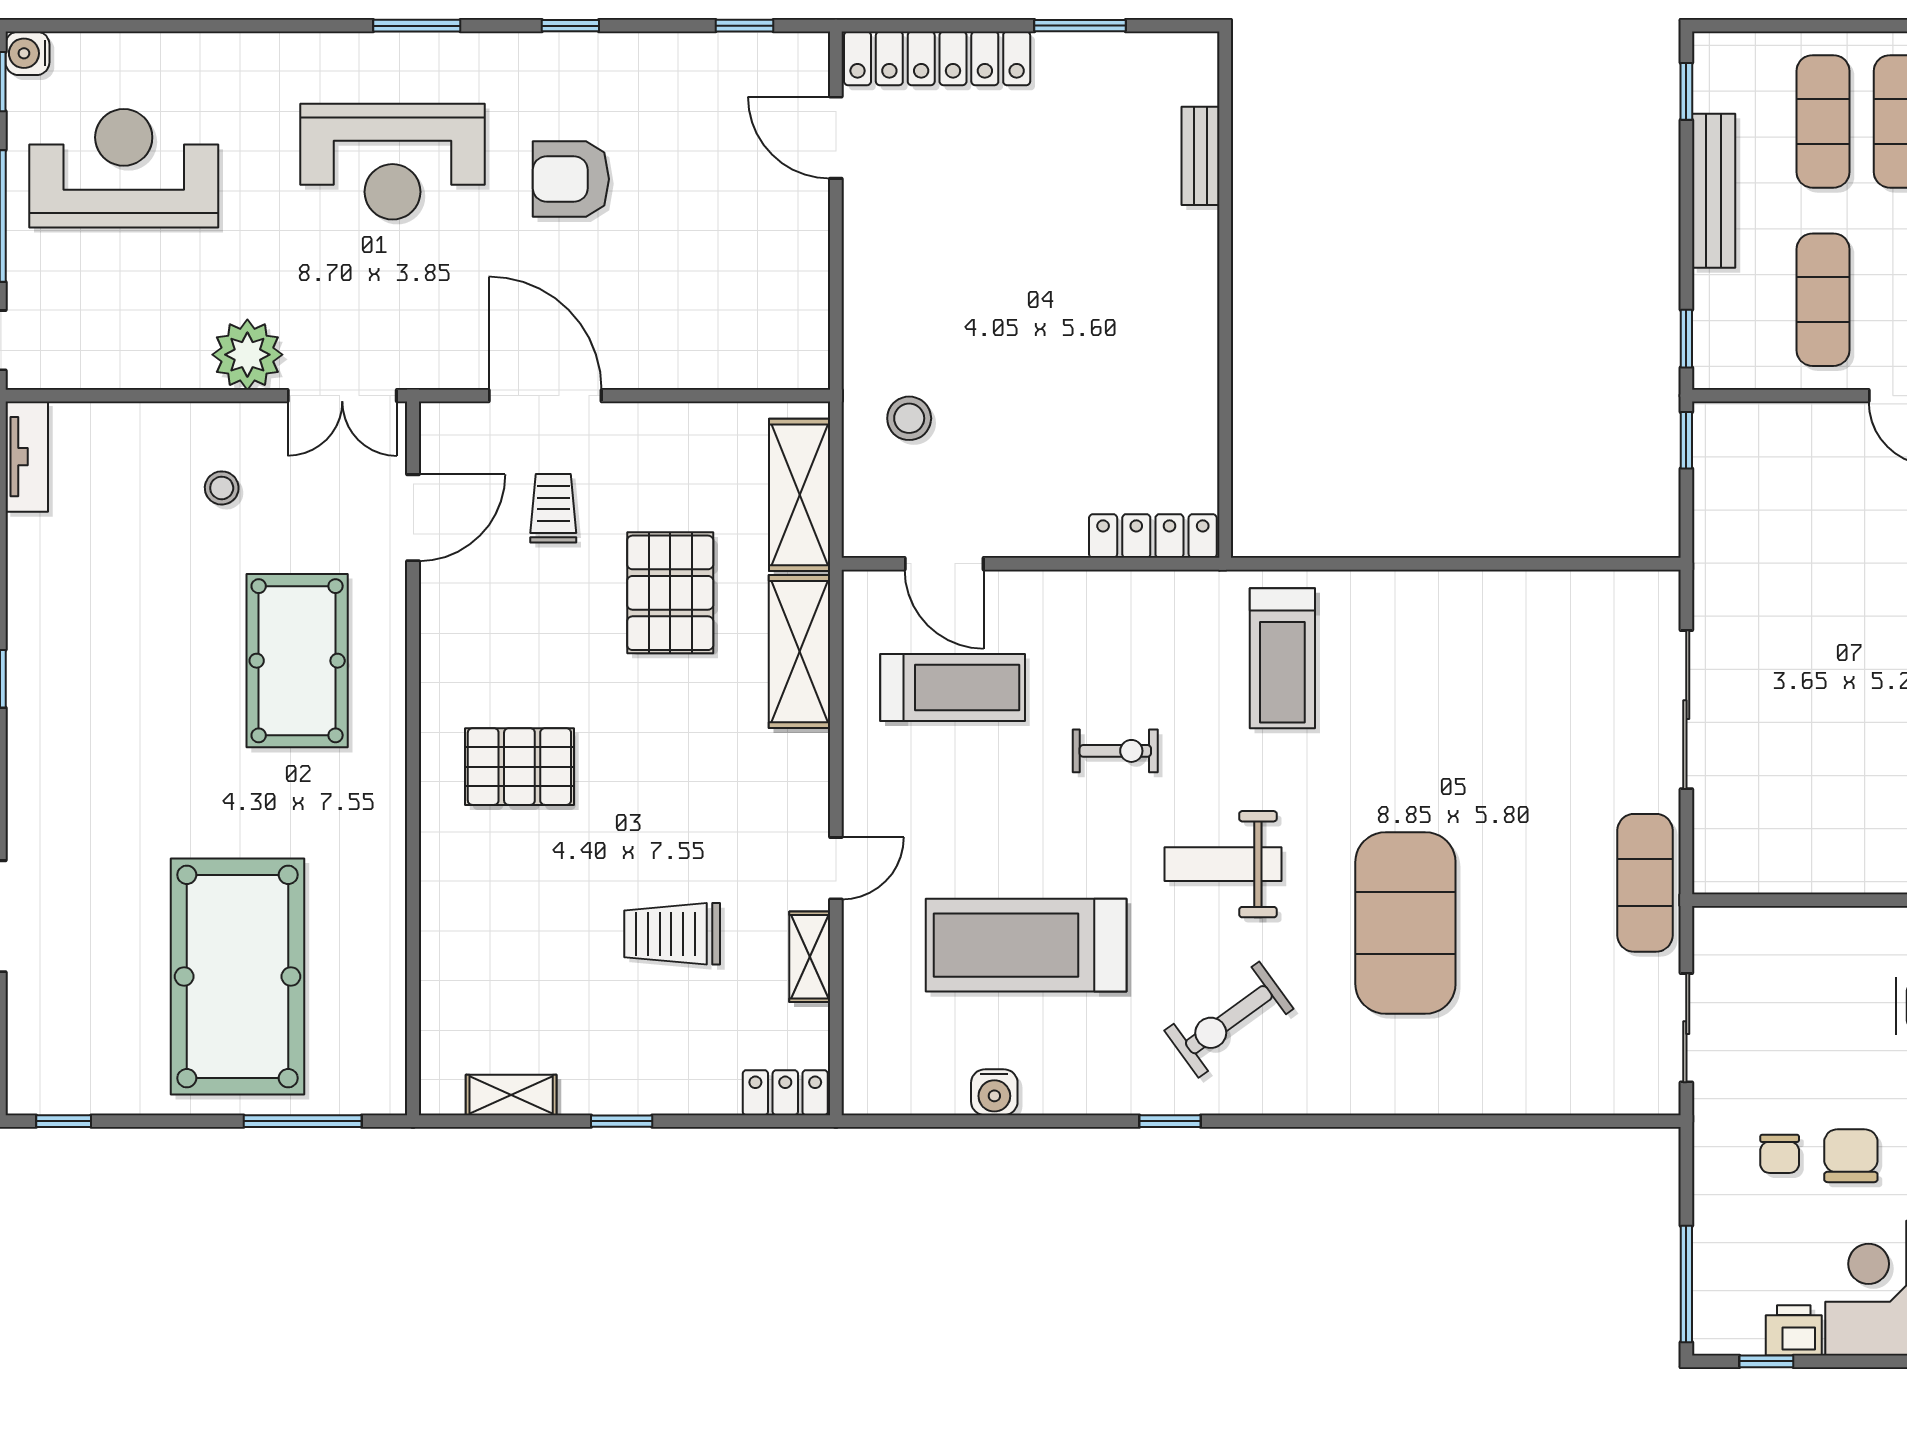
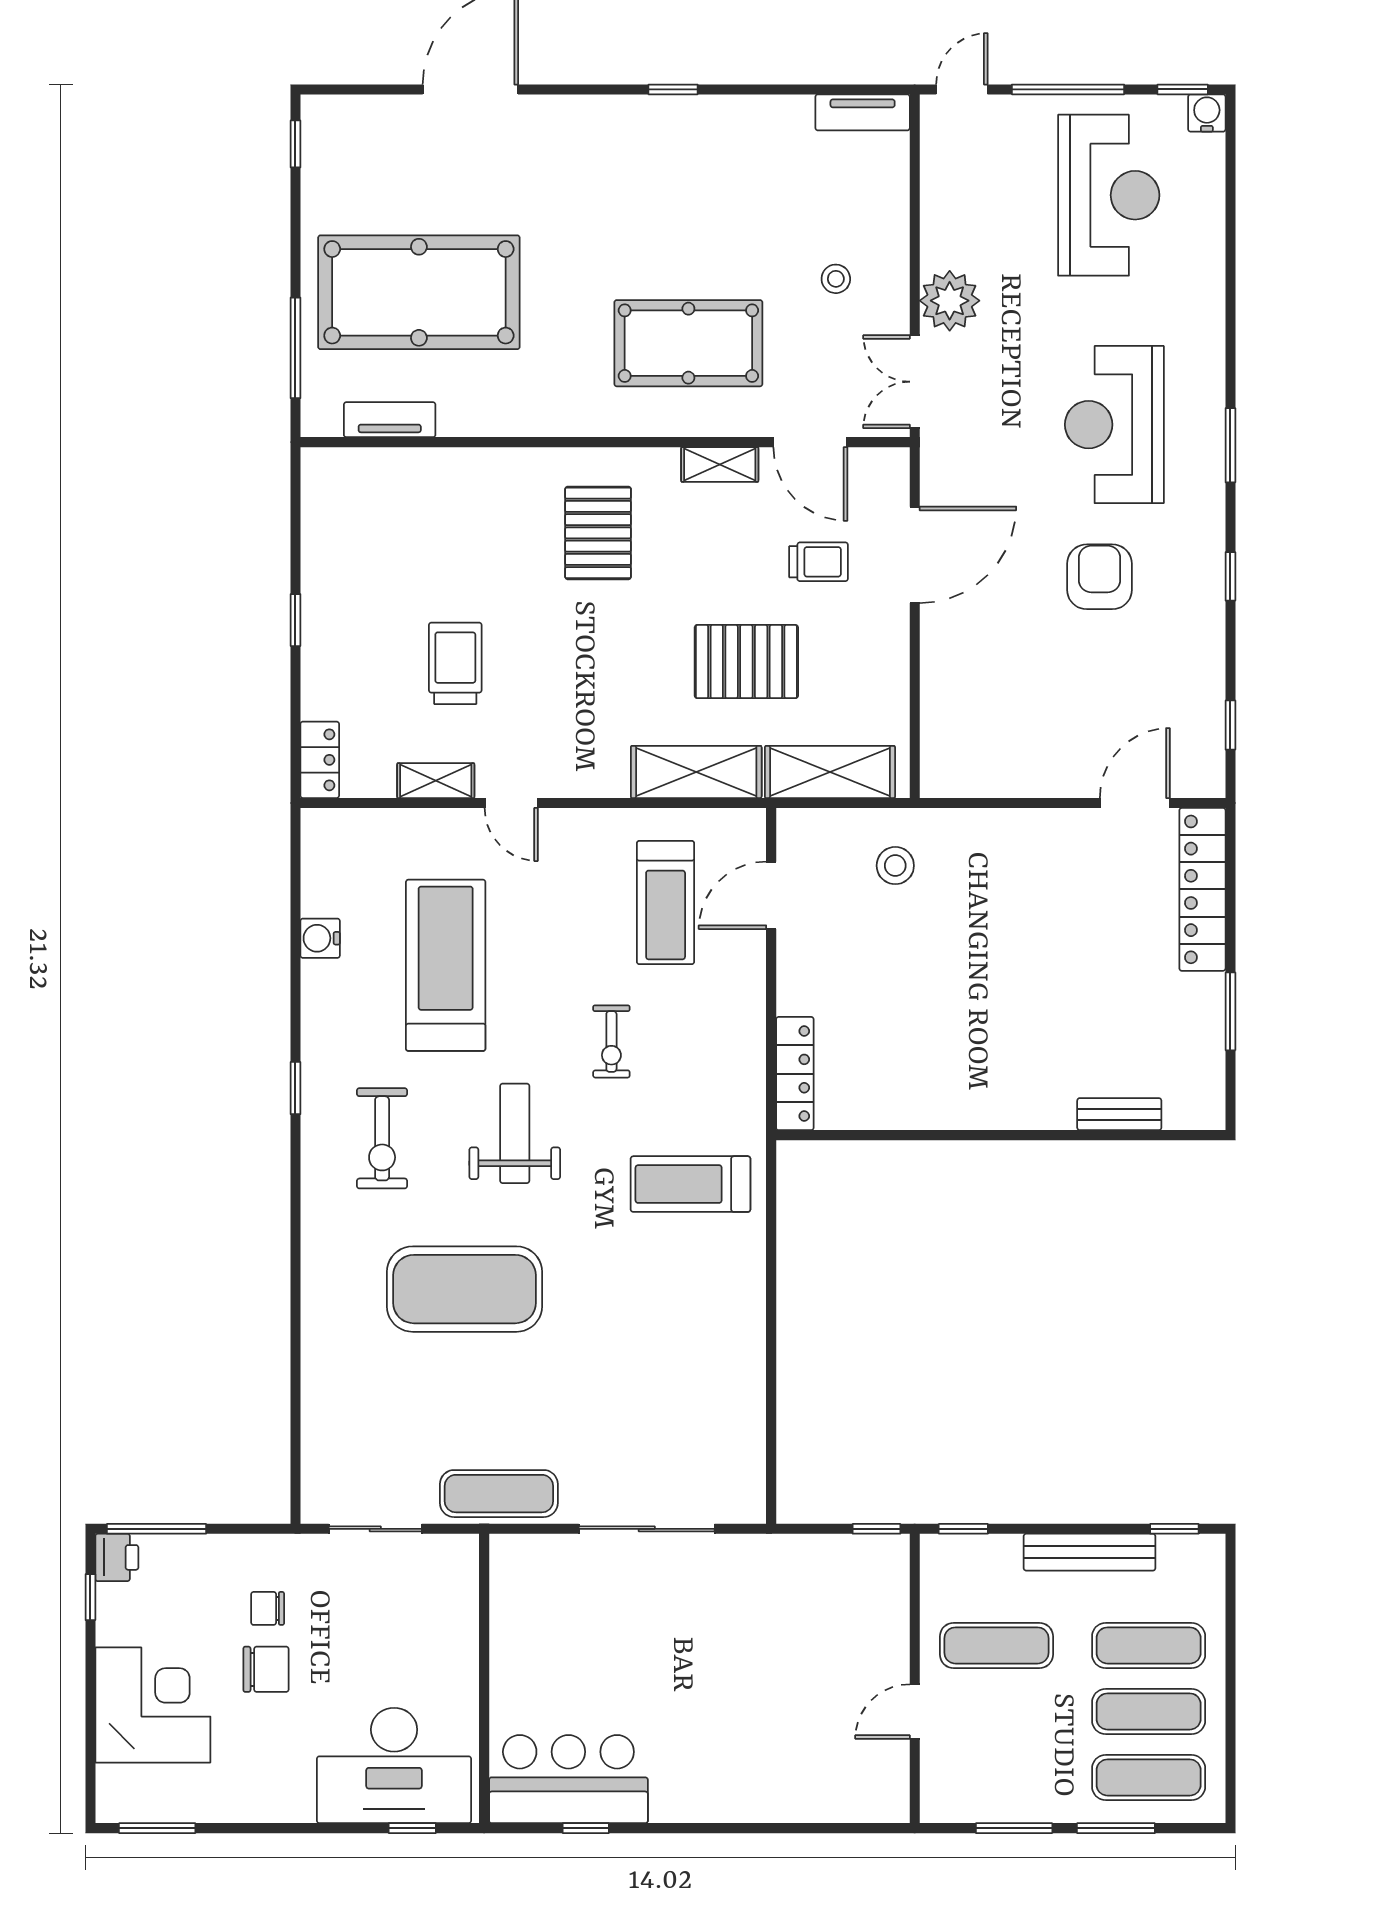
tv unit: (387, 1011) -> (390, 420), added
exercise bike: (1229, 1020) -> (382, 1138), turned -144
shelving: (511, 1095) -> (720, 464), moved, turned 90
printer: (1794, 1330) -> (117, 1557), moved

